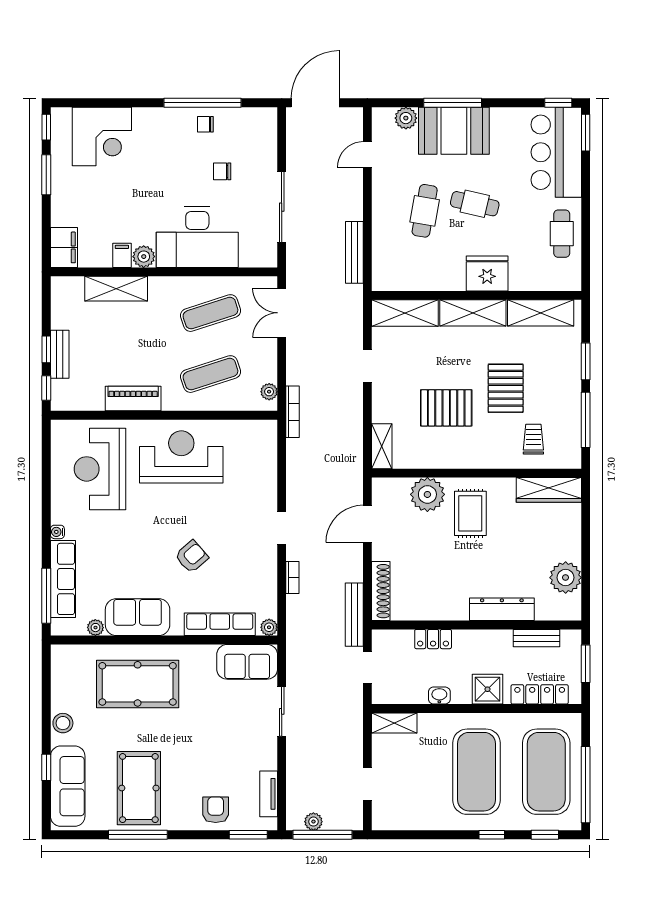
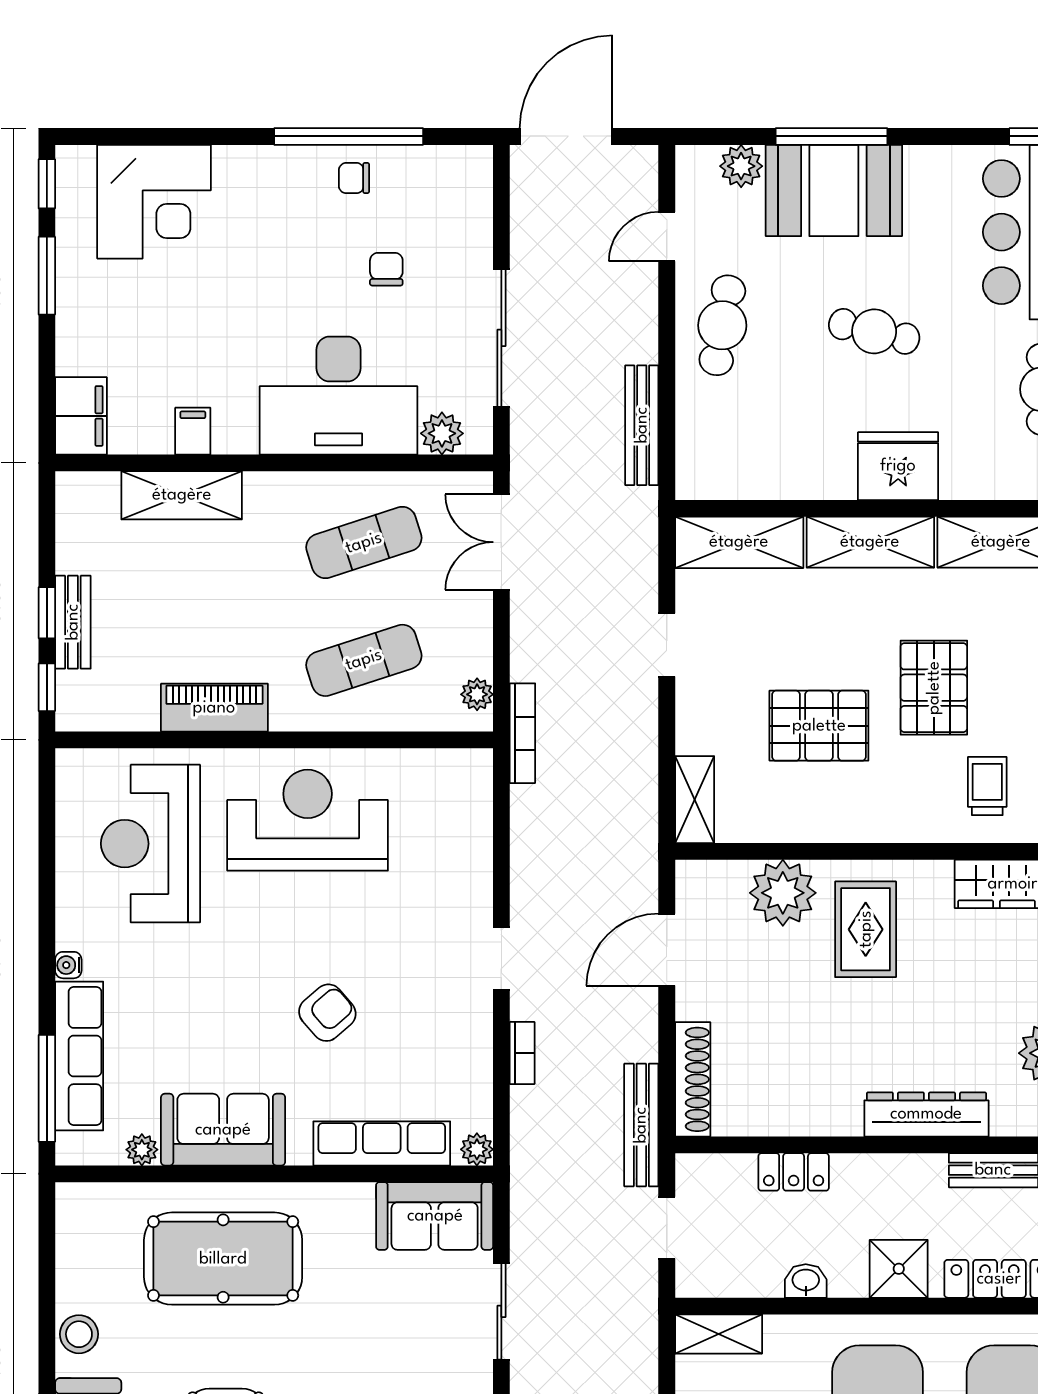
chair: (222, 171) -> (386, 269), turned 90
cafe table: (425, 211) -> (722, 325), moved
plant: (144, 257) -> (442, 433), moved

